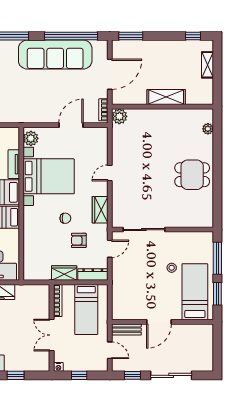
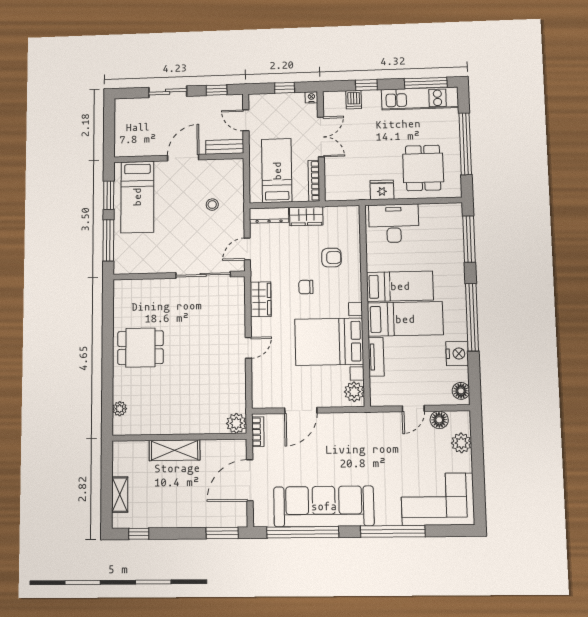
armchair: (79, 240) -> (331, 258), moved
stool: (172, 268) -> (212, 205), moved
dishwasher: (26, 364) -> (354, 100), added
sliding door: (171, 375) -> (168, 92), width x0.73

